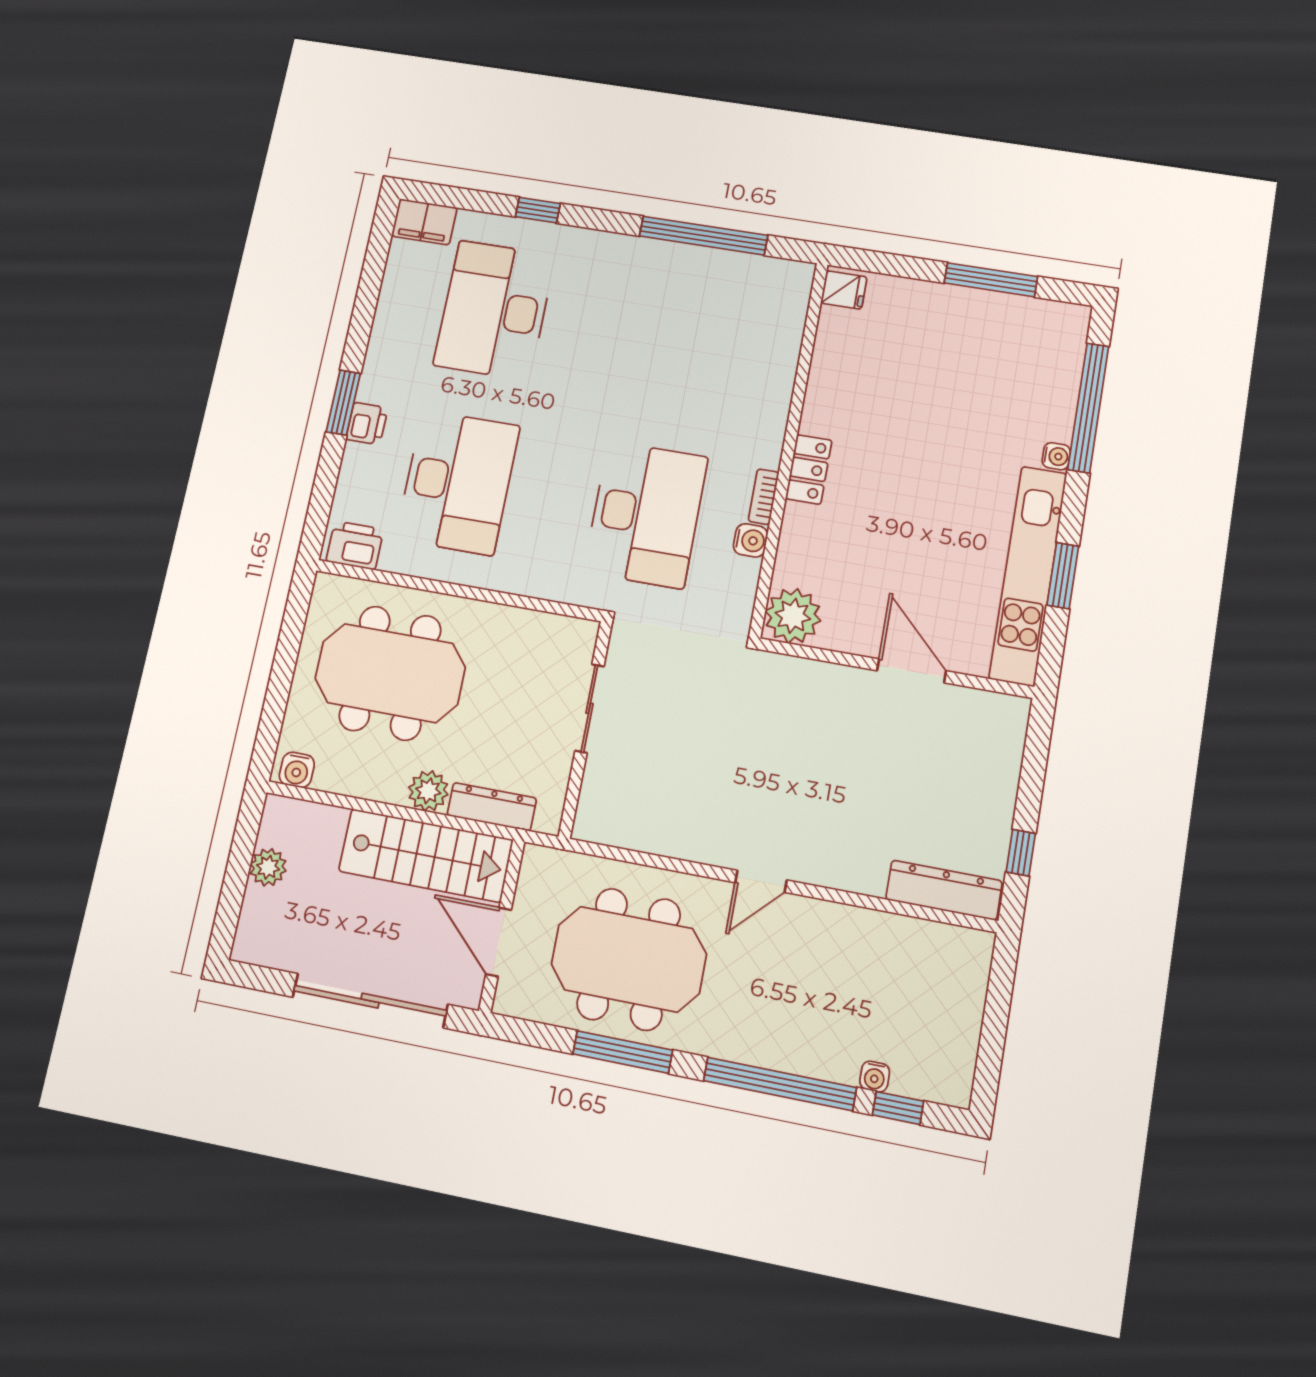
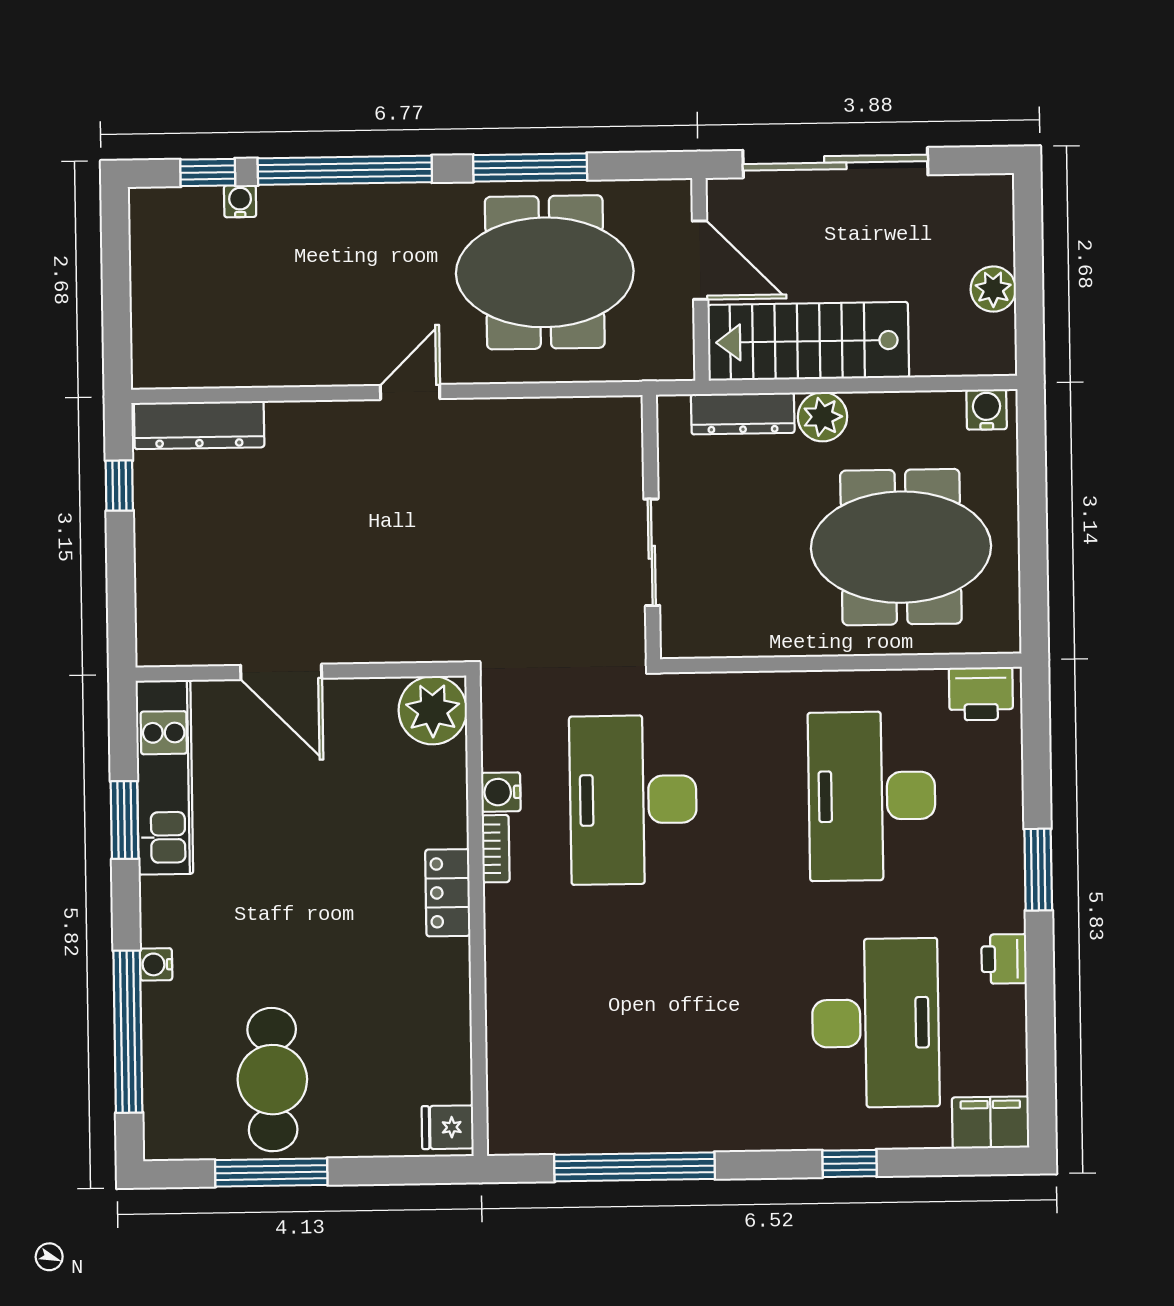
cafe table: (977, 350) -> (272, 1080), added
printer: (367, 424) -> (1004, 959), moved
kitchen unit: (1028, 575) -> (164, 777), width x0.73

